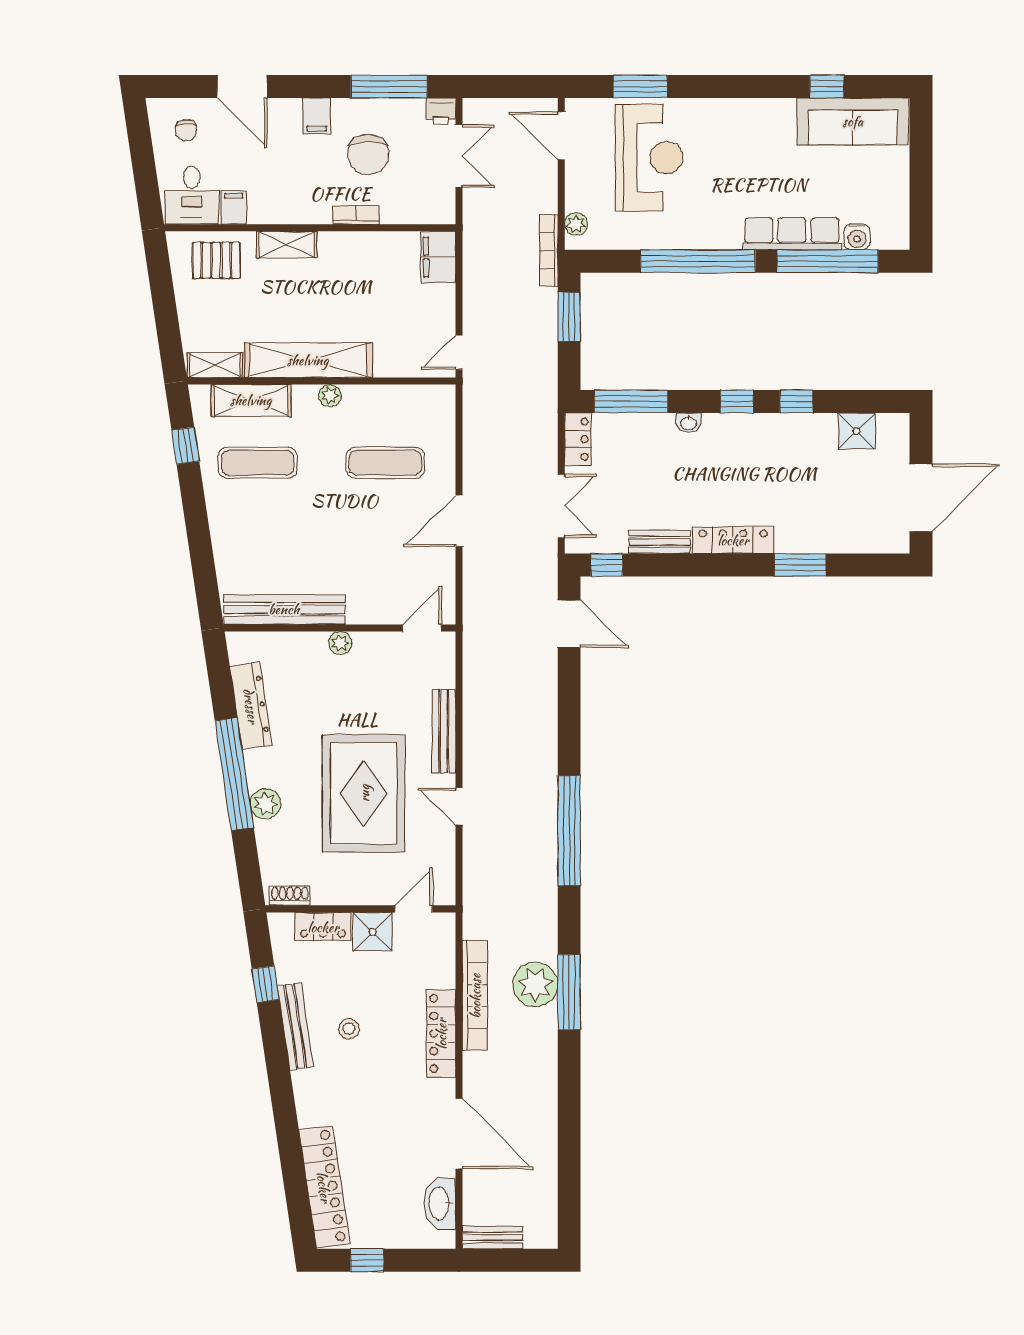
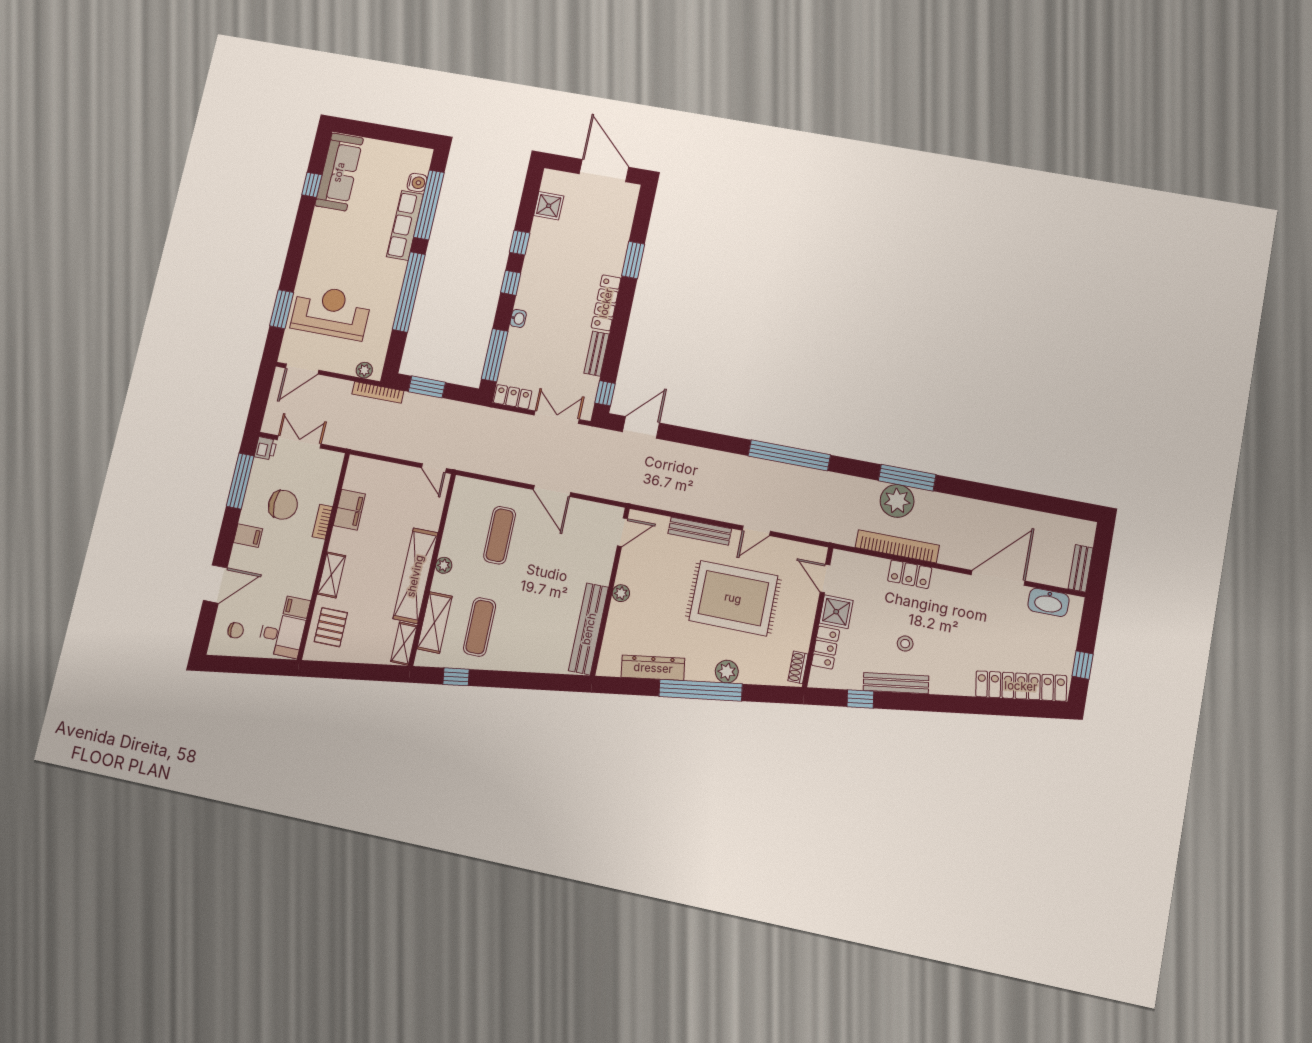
filing cabinet: (438, 257) -> (349, 510), moved, turned -90
door: (422, 628) -> (622, 532), swing flipped
locker: (441, 1034) -> (910, 574), width x0.66

